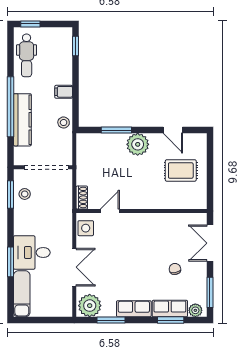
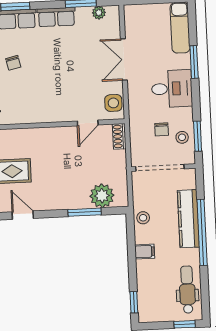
plant: (138, 144) -> (102, 196), moved
chair: (43, 202) -> (162, 129), added
desk: (32, 252) -> (172, 89), moved
plant: (90, 306) -> (99, 13), width x0.53, depth x0.53

